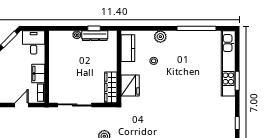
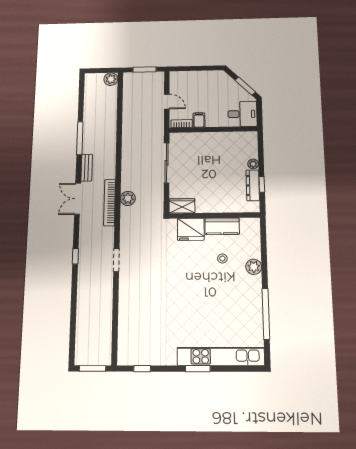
kitchen counter: (128, 48) -> (222, 226), moved
filing cabinet: (38, 73) -> (199, 120), width x0.50
wardrobe: (111, 87) -> (182, 206), width x0.67

